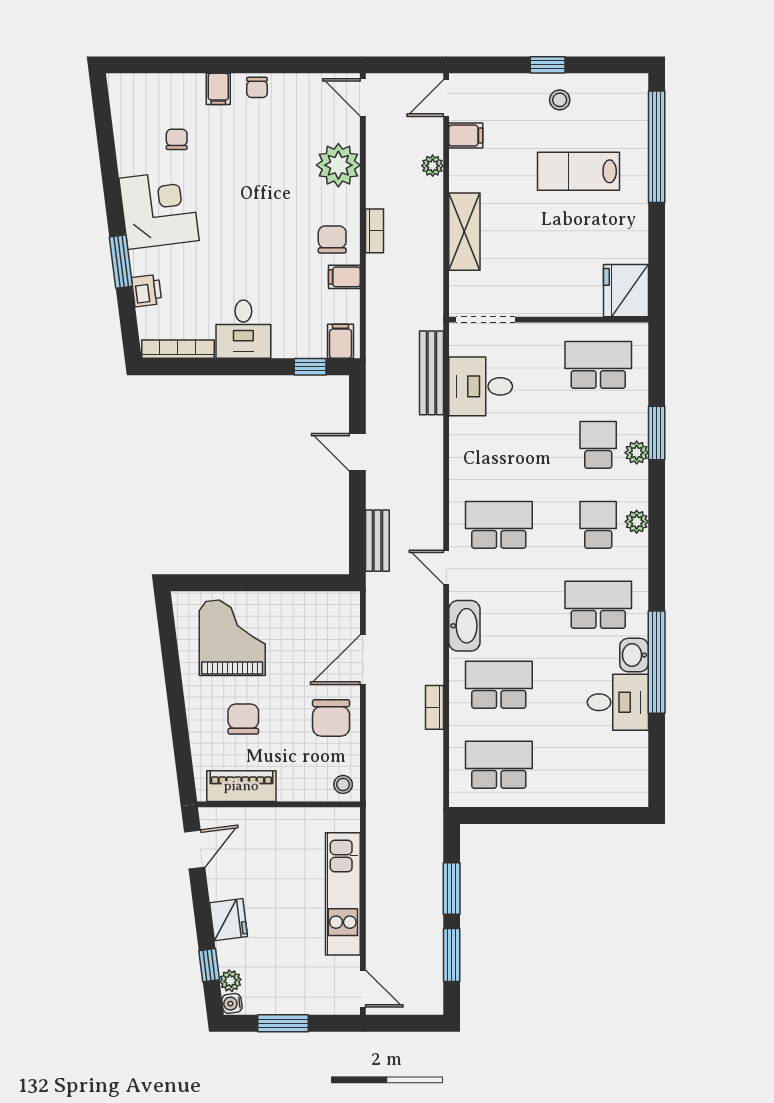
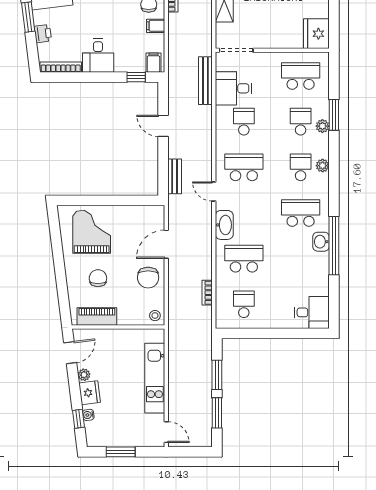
school desk: (499, 445) -> (244, 122), added
desk: (618, 702) -> (312, 312), moved
bookcase: (435, 707) -> (207, 293), moved
school desk: (499, 765) -> (244, 304), width x0.54
plant: (230, 981) -> (84, 375), moved
water cooler: (232, 1003) -> (88, 415), moved

